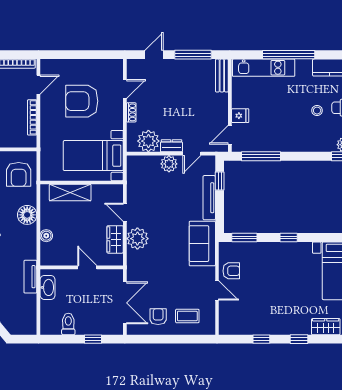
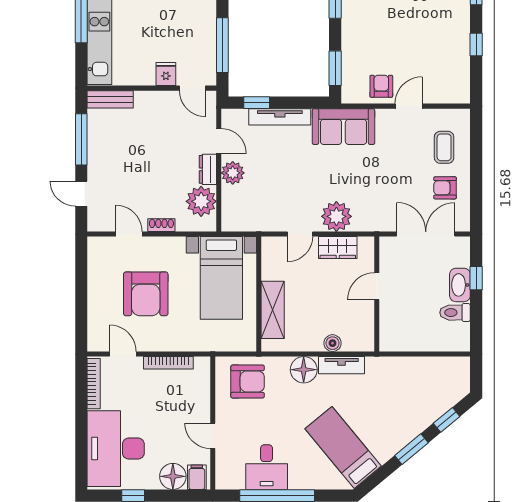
tv unit: (30, 277) -> (342, 365), moved
washbasin: (48, 287) -> (460, 285), moved, turned -90

